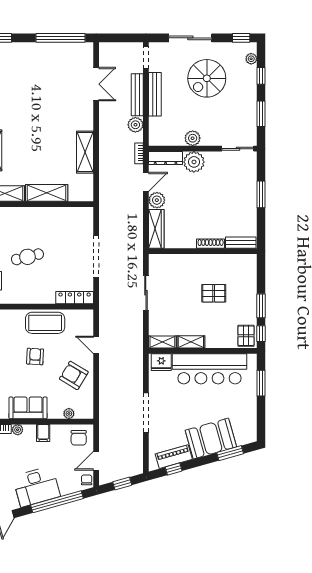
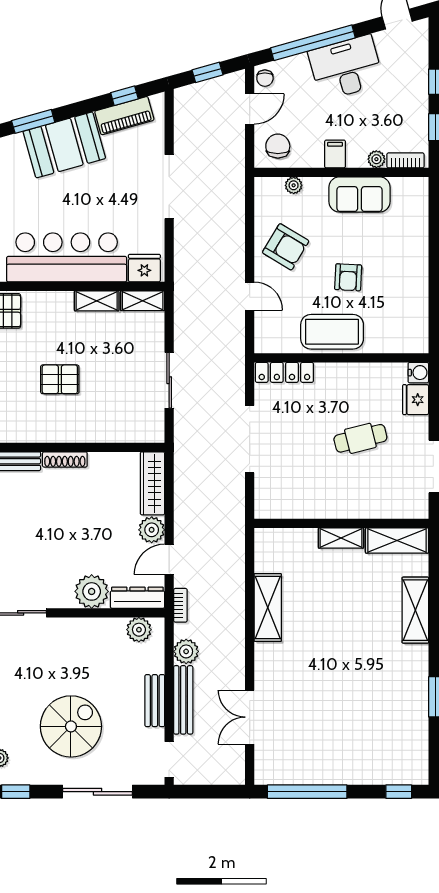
bench: (155, 94) -> (155, 701), width x0.73
plant: (193, 138) -> (139, 630), moved
shelving: (47, 193) -> (341, 538), width x0.67, depth x0.75

